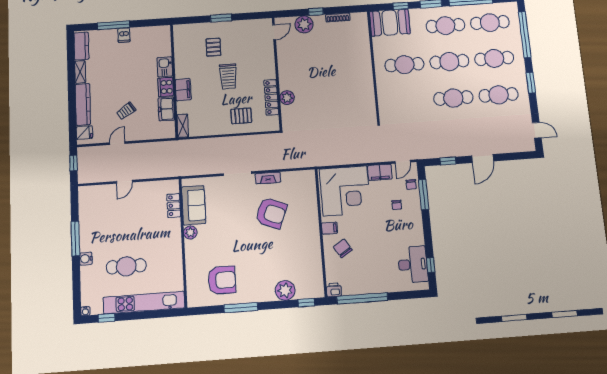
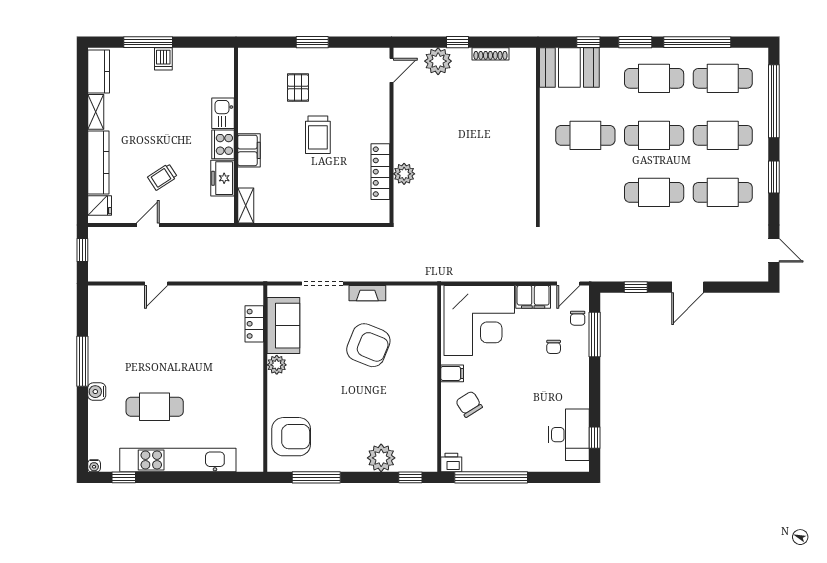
pallet: (241, 116) -> (334, 197), removed
sofa: (194, 205) -> (283, 326), moved
locker: (174, 206) -> (254, 324), moved
plant: (190, 232) -> (277, 365), moved
wall: (183, 243) -> (265, 379), moved

